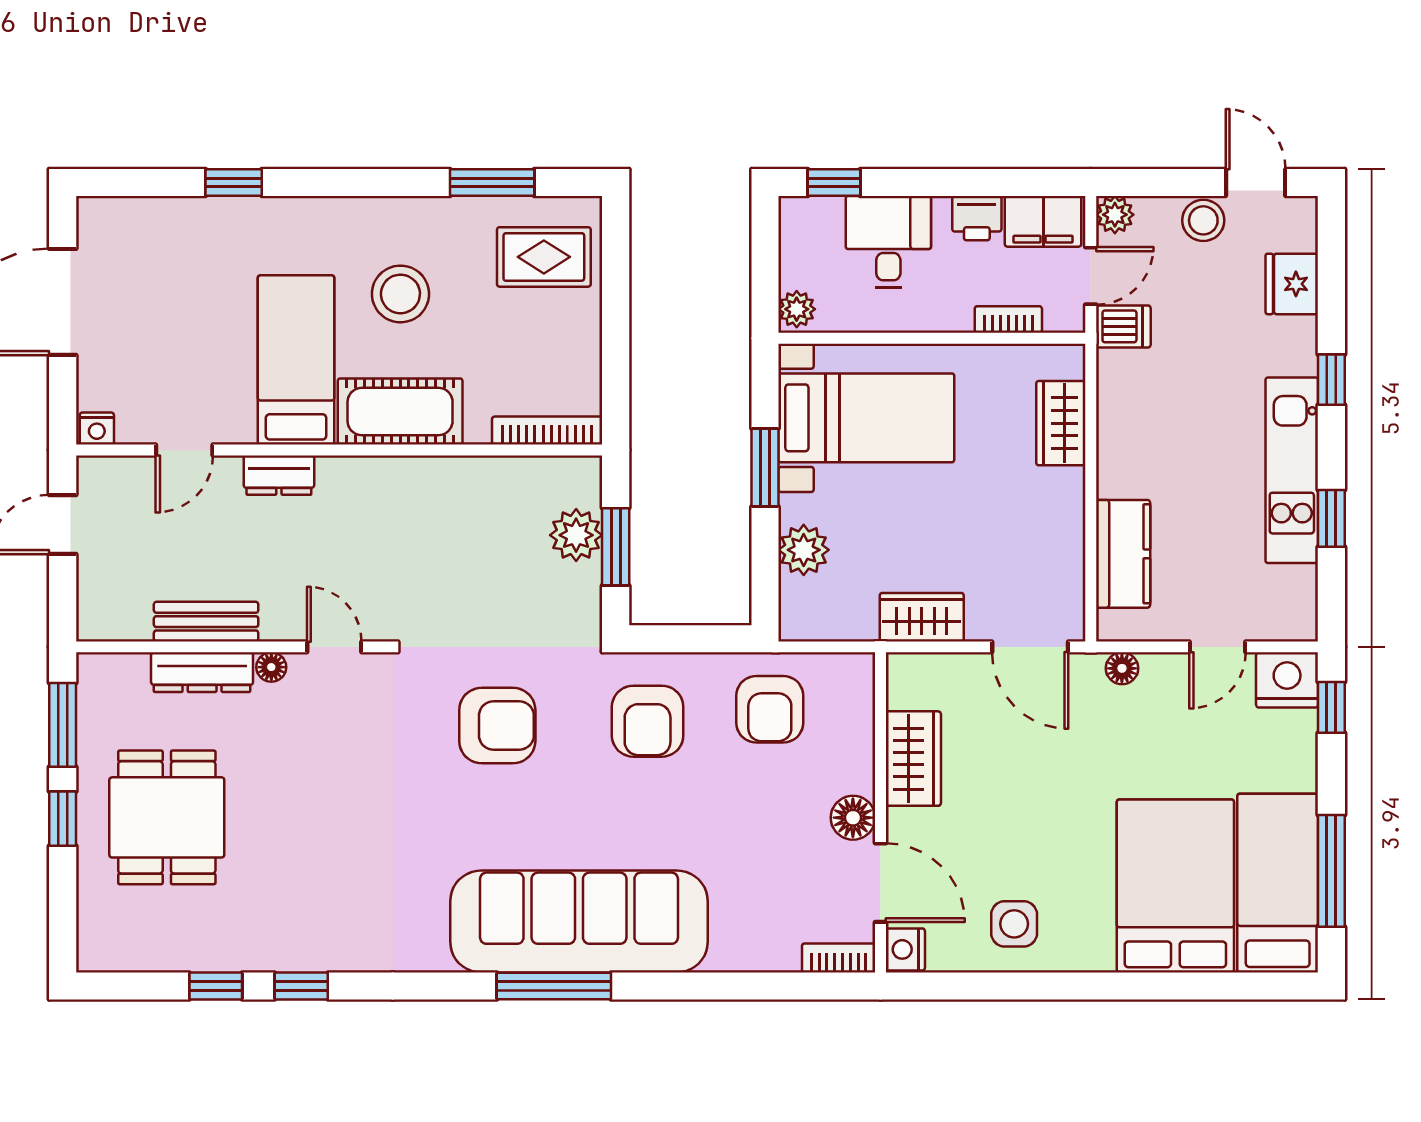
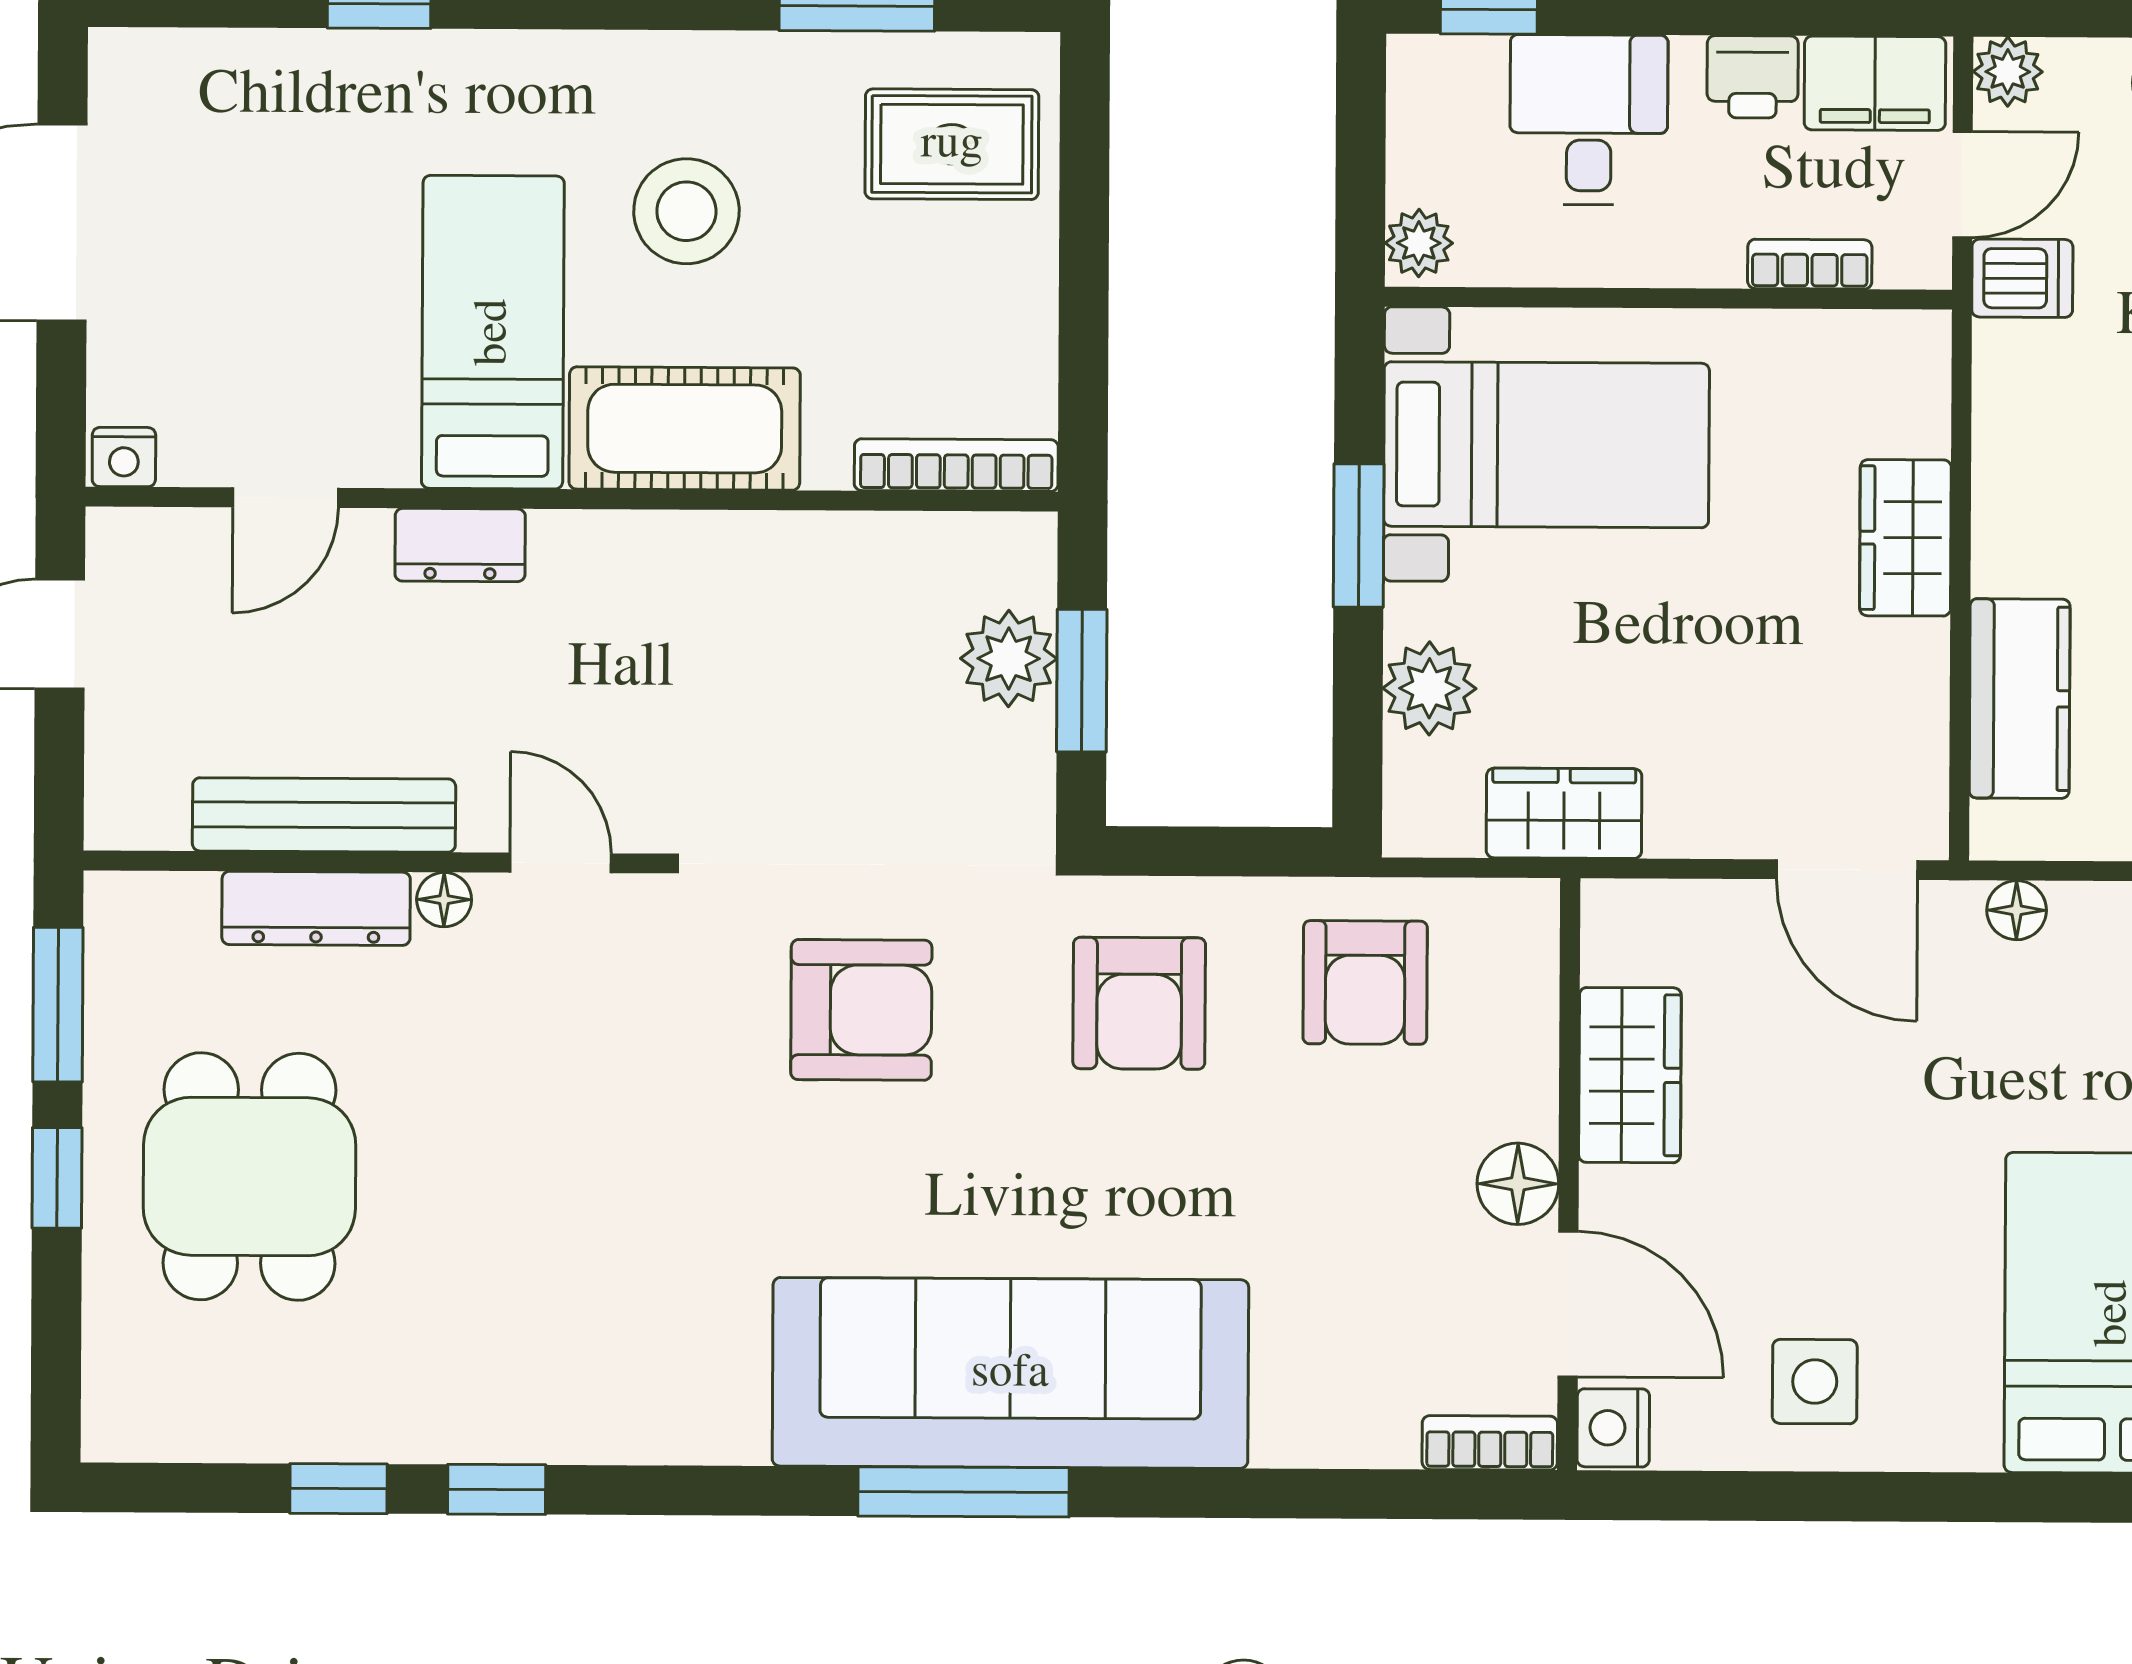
wardrobe: (1061, 423) -> (1905, 538), moved
wardrobe: (922, 617) -> (1564, 813), moved
bench: (206, 622) -> (324, 815), width x1.36

